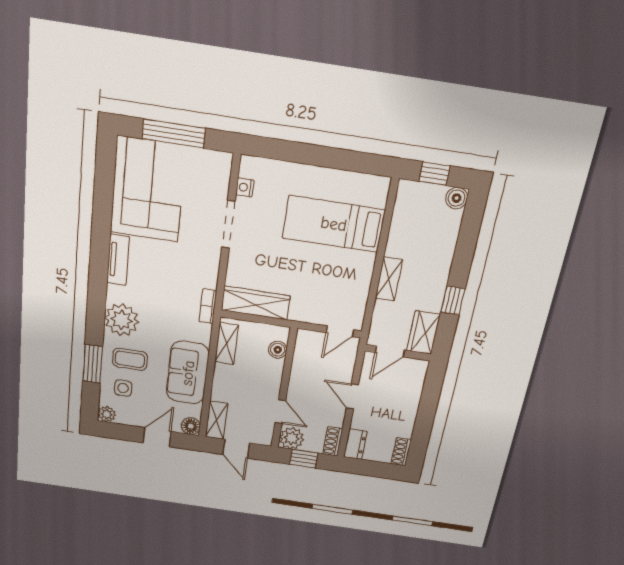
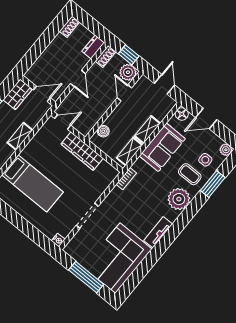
nightstand: (245, 187) -> (58, 240), moved
wardrobe: (256, 303) -> (82, 151), moved
shelving: (217, 420) -> (147, 130), moved

